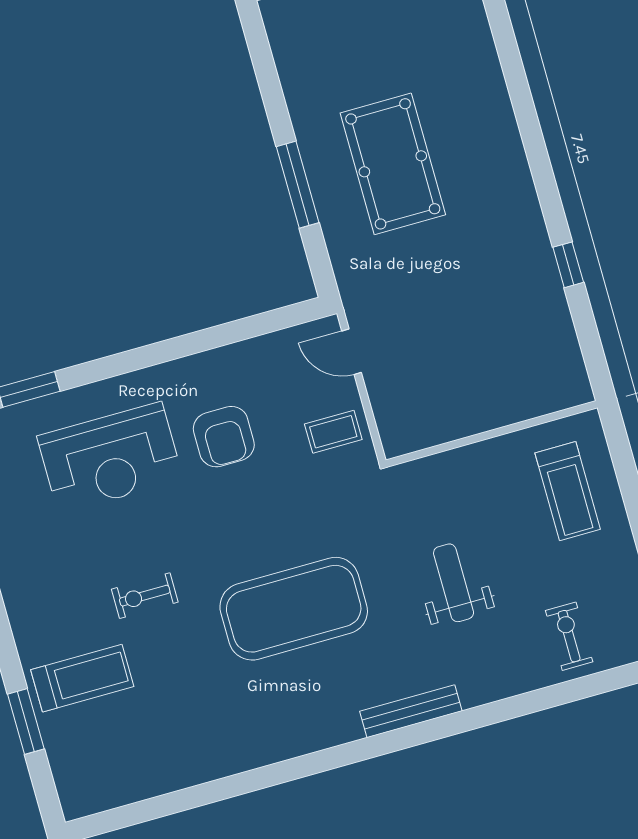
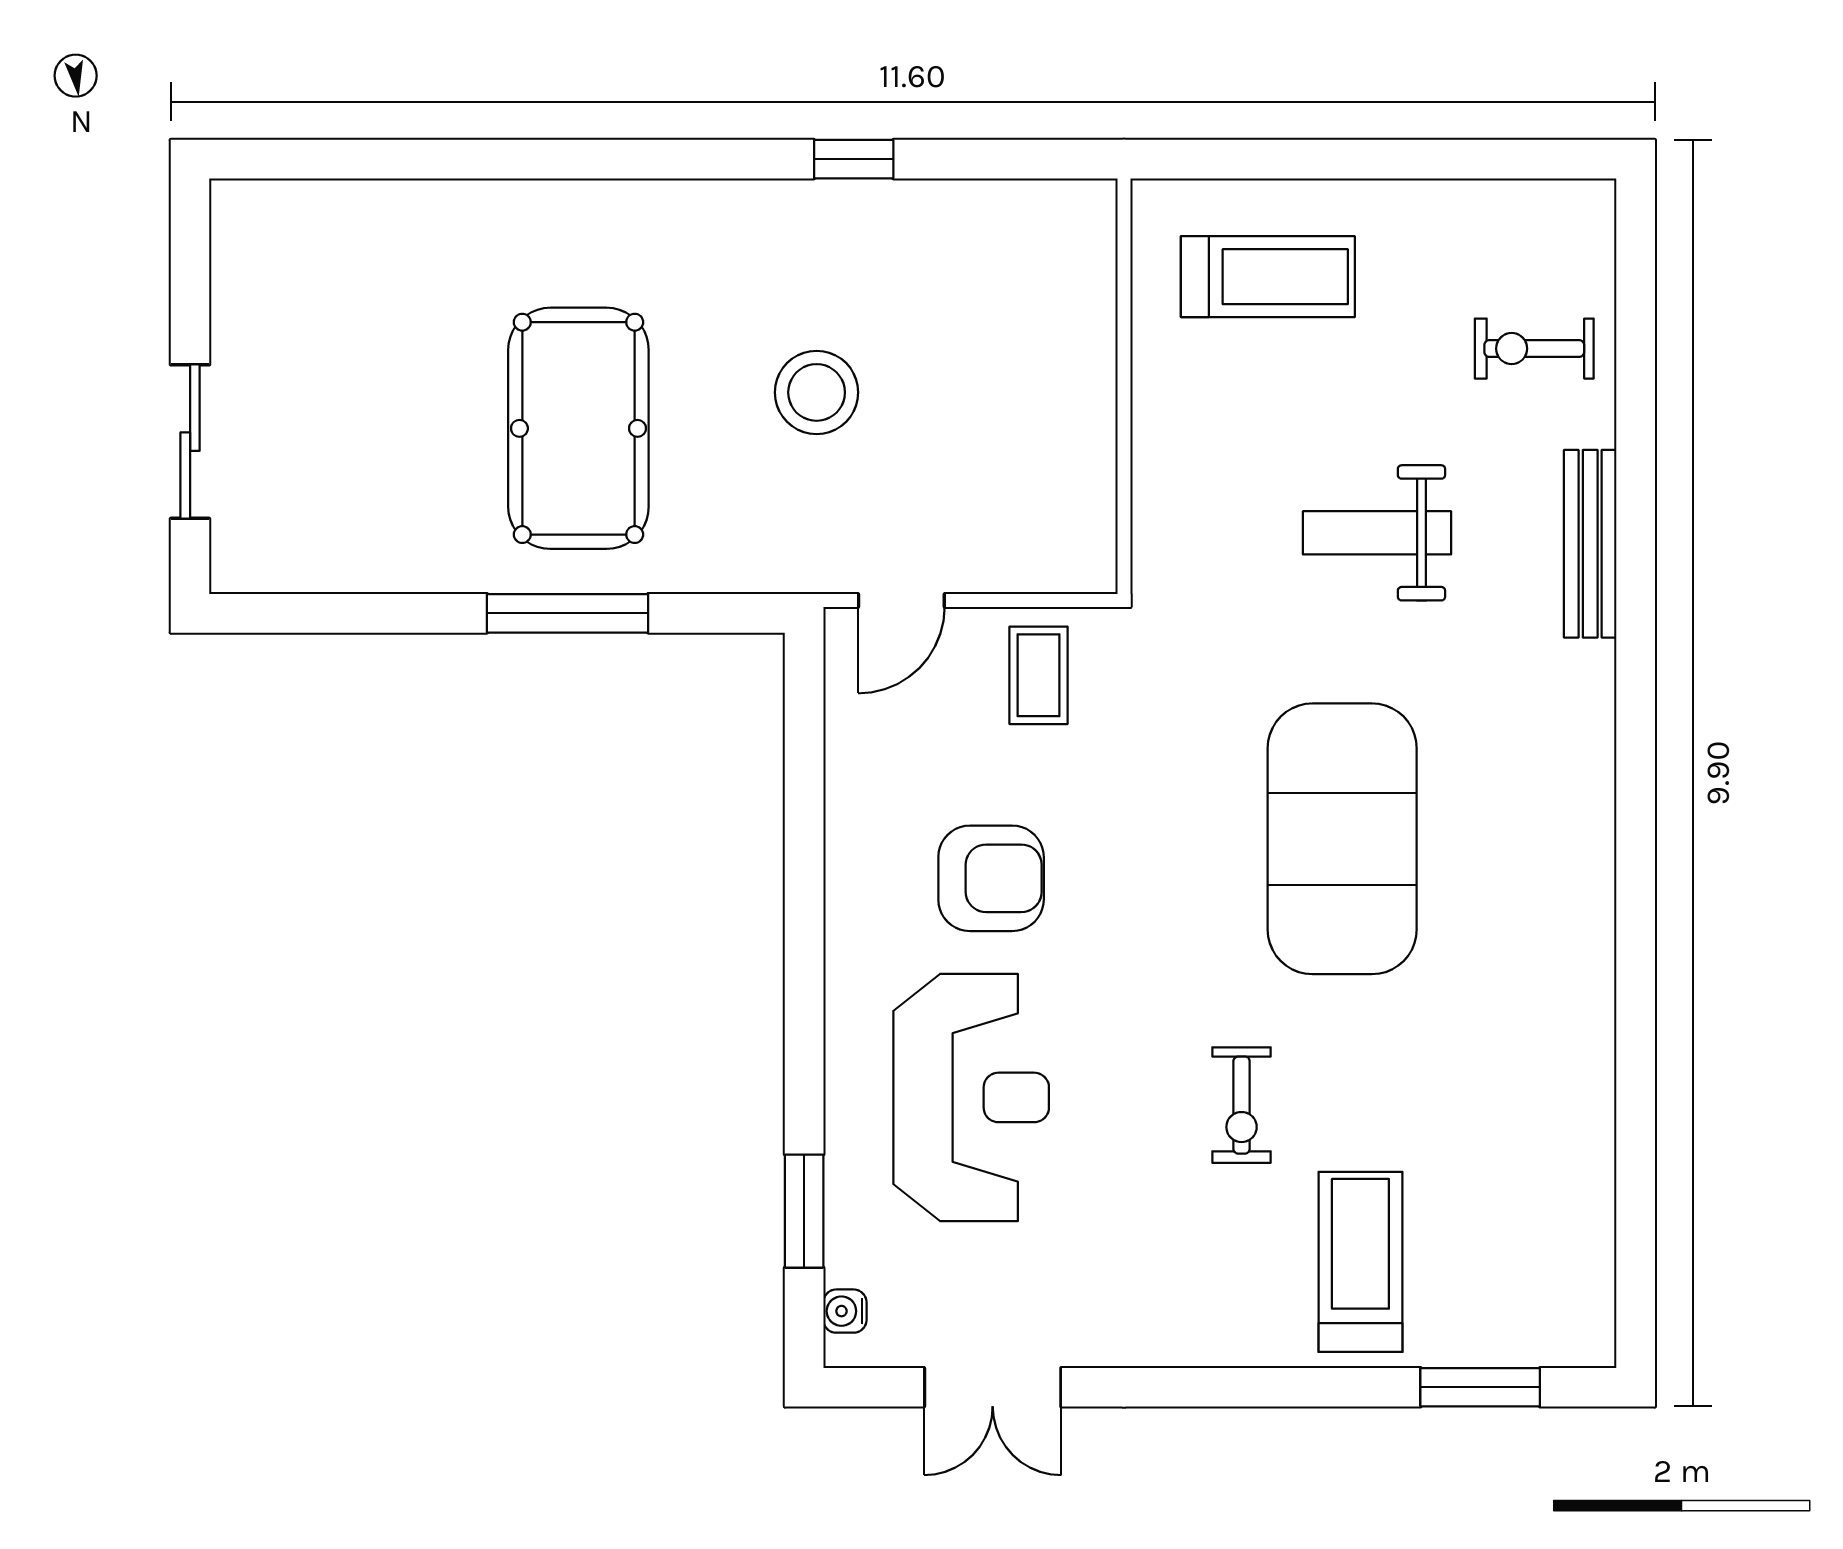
pool table: (393, 164) -> (578, 428), turned 90
stool: (445, 279) -> (817, 392), added
bench: (411, 711) -> (1590, 544), moved
window: (26, 721) -> (1480, 1387), moved

